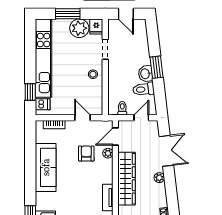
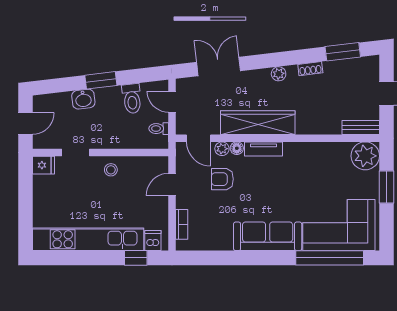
window: (68, 14) -> (26, 205), removed
plant: (79, 28) -> (46, 189), removed
washbasin: (145, 74) -> (83, 99), moved
floor lamp: (108, 164) -> (237, 148), added
sofa: (46, 167) -> (268, 236), moved
plant: (159, 178) -> (279, 74), moved
tv unit: (108, 197) -> (263, 149), moved

